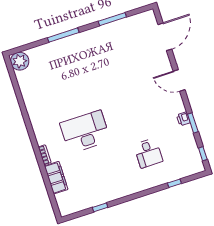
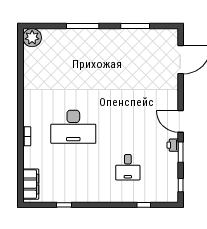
door: (179, 80) -> (181, 121), moved
desk: (85, 132) -> (73, 127), turned 180
filing cabinet: (56, 178) -> (31, 184), moved

